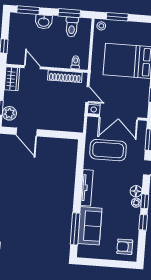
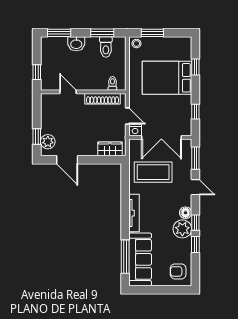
wardrobe: (12, 79) -> (110, 149), moved, turned -90
plant: (136, 203) -> (182, 229), width x1.87, depth x1.87
sofa: (90, 226) -> (140, 259), width x1.36

